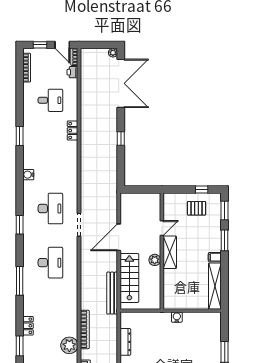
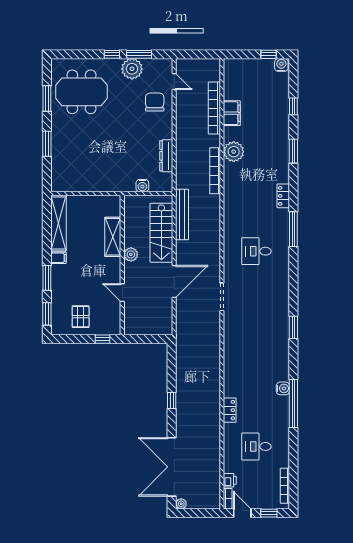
window: (20, 136) -> (293, 404), width x2.11
water cooler: (28, 175) -> (283, 388), moved
window: (202, 189) -> (103, 339), moved
pallet: (196, 208) -> (81, 317), turned 90
desk: (50, 209) -> (256, 316), removed
window: (20, 225) -> (293, 327), moved
door: (162, 228) -> (122, 293), hinge flipped
shelving: (170, 252) -> (113, 237), moved
desk: (50, 263) -> (256, 251), width x0.73
water cooler: (177, 317) -> (142, 186), moved
locker: (28, 326) -> (283, 196), moved

